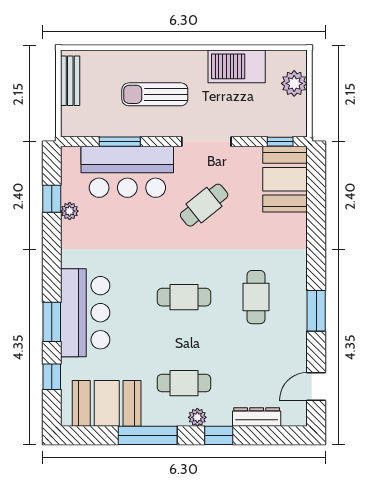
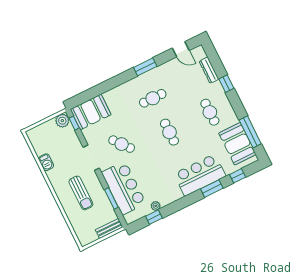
barbecue: (237, 66) -> (46, 162), width x0.53, depth x0.65
bench: (70, 81) -> (109, 229), moved
plant: (294, 83) -> (62, 121), moved
plant: (197, 417) -> (223, 98), removed
window: (148, 435) -> (250, 132), moved

